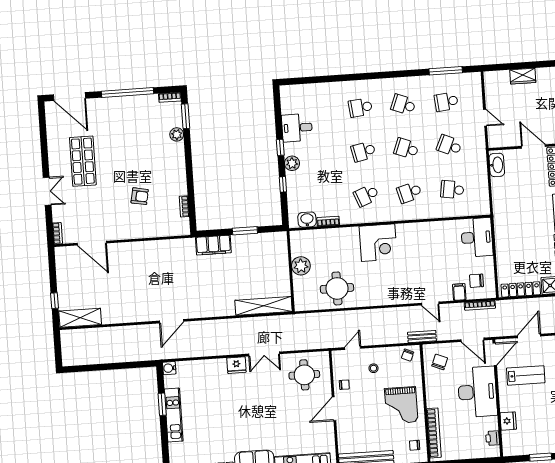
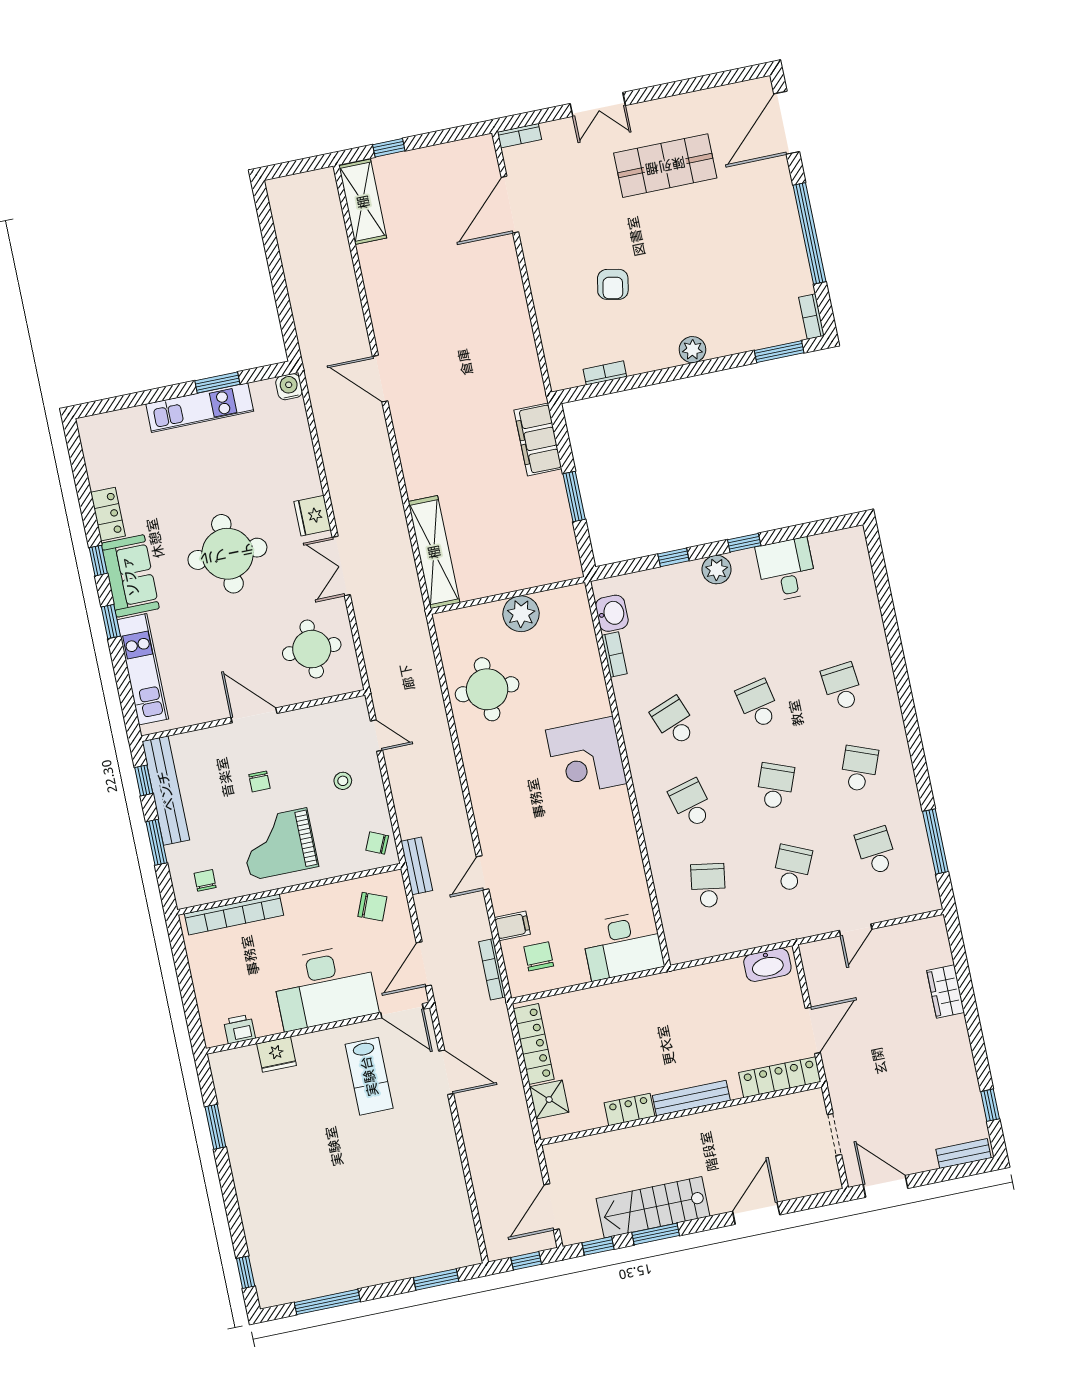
plant: (177, 134) -> (692, 350), moved
chair: (344, 385) -> (259, 781), moved
round table: (250, 411) -> (227, 554), added

